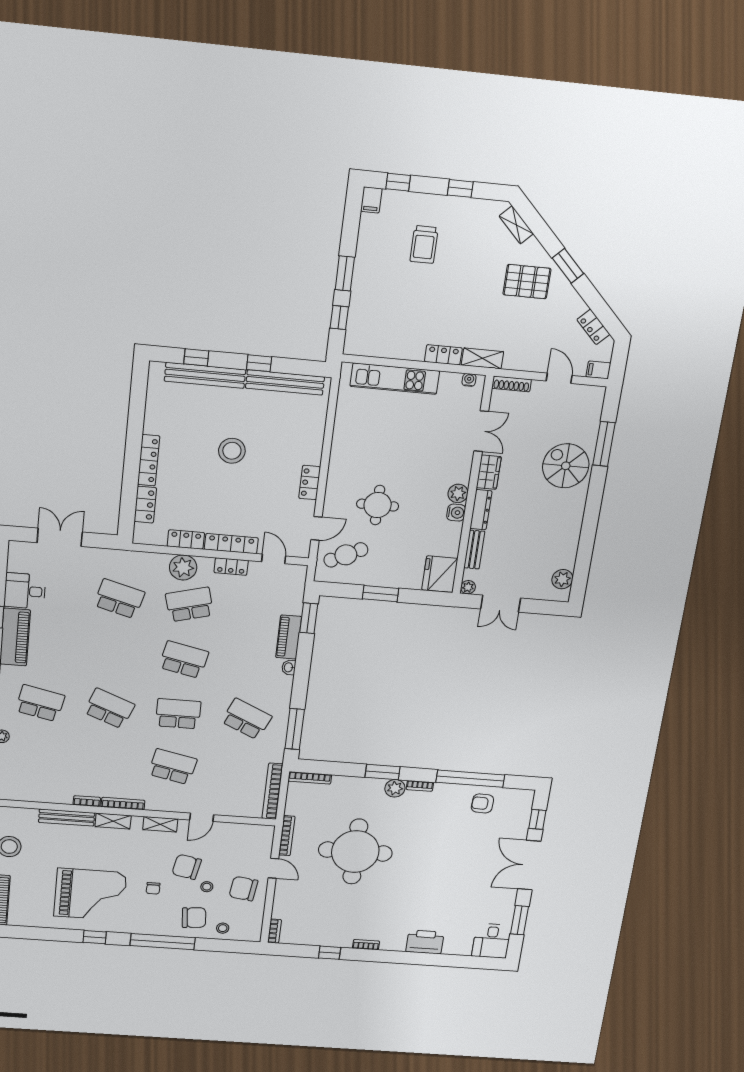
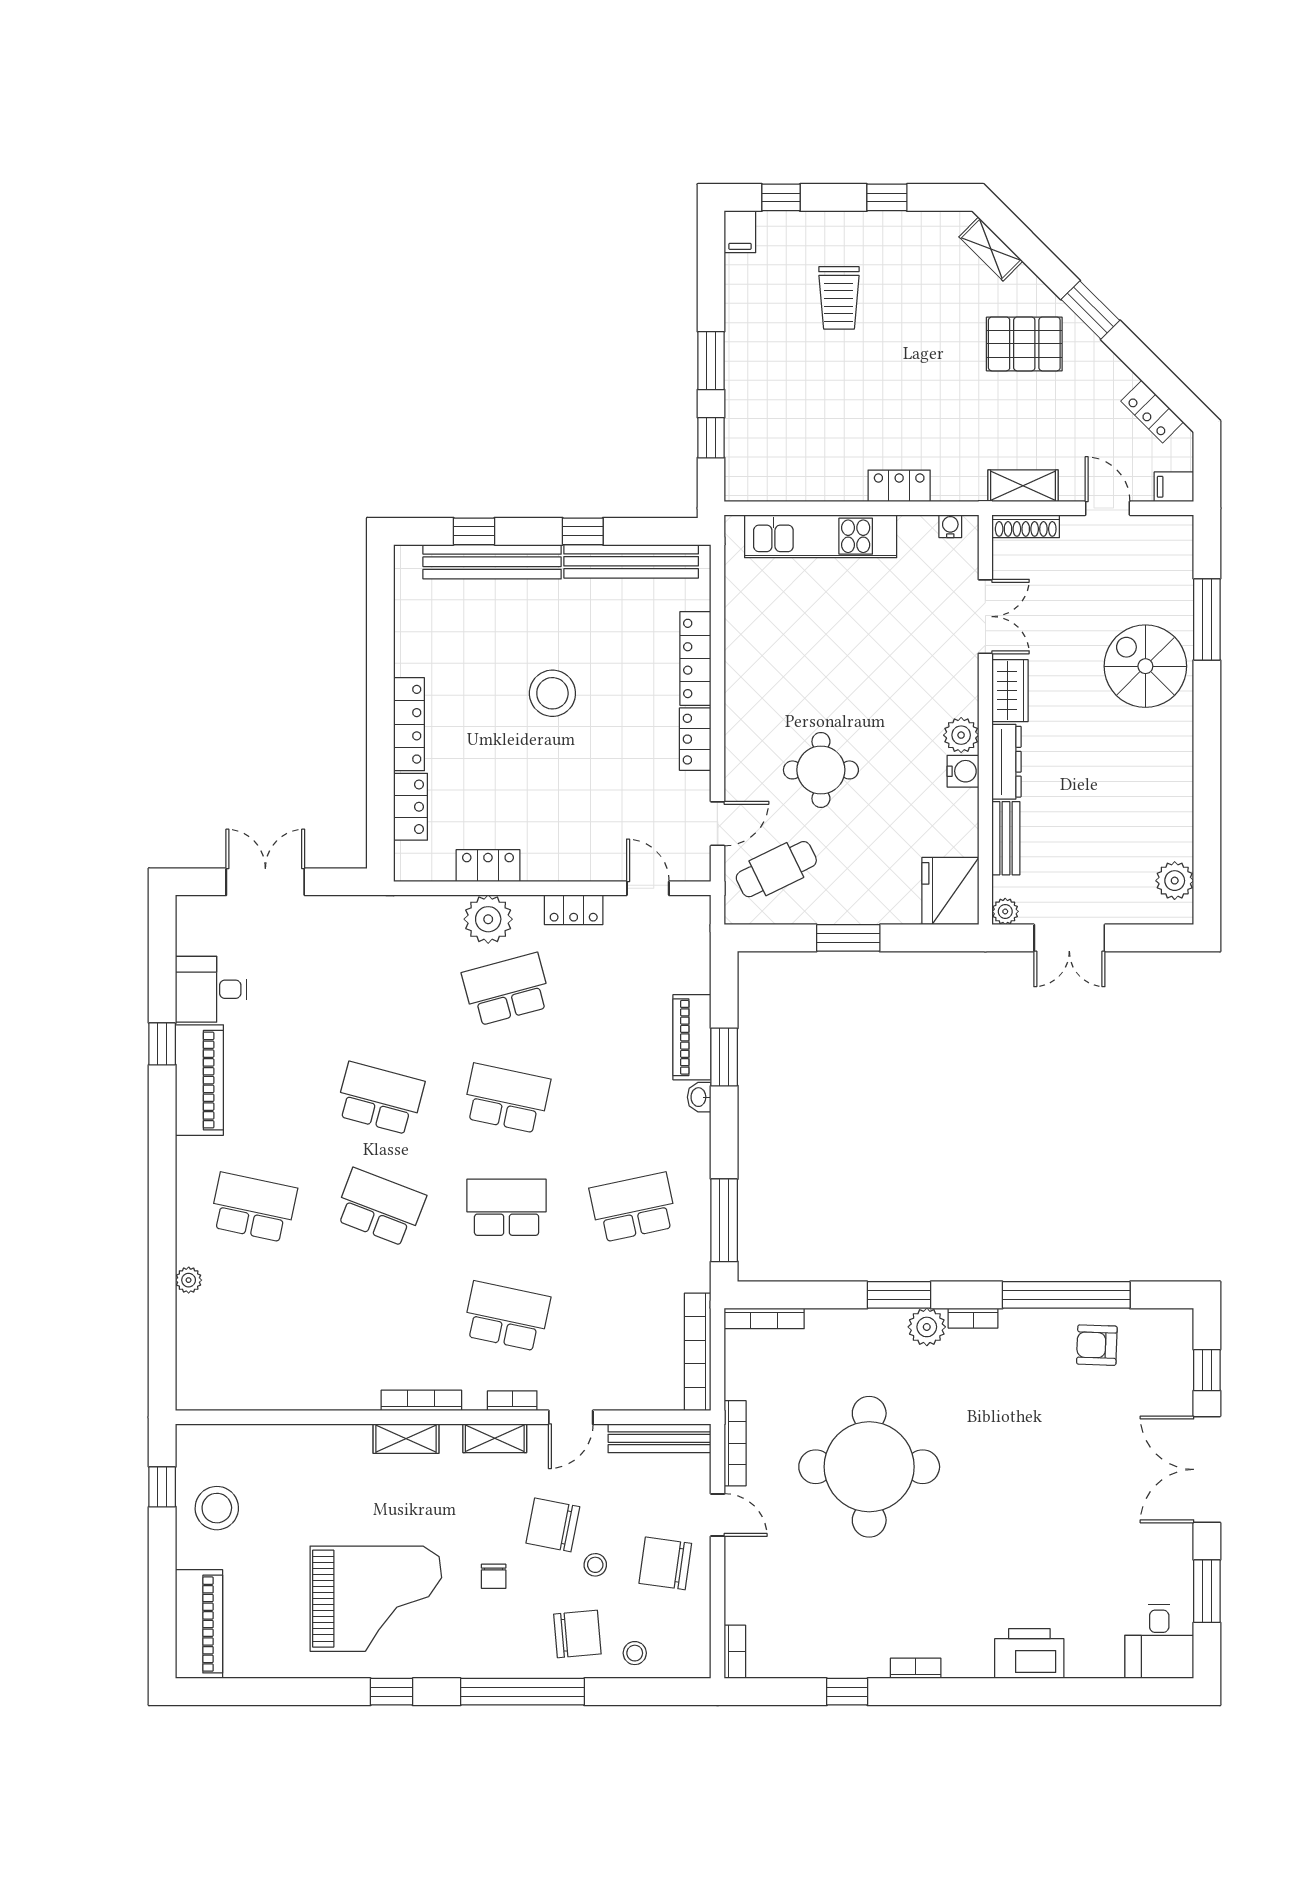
shelving: (482, 358) -> (1023, 486), moved
locker: (231, 544) -> (695, 658), moved, turned -90
school desk: (119, 599) -> (380, 1098), moved
window: (309, 618) -> (724, 1057), moved
school desk: (247, 719) -> (633, 1207), turned -36
bookcase: (87, 801) -> (512, 1401), moved
bench: (67, 818) -> (659, 1438), moved

